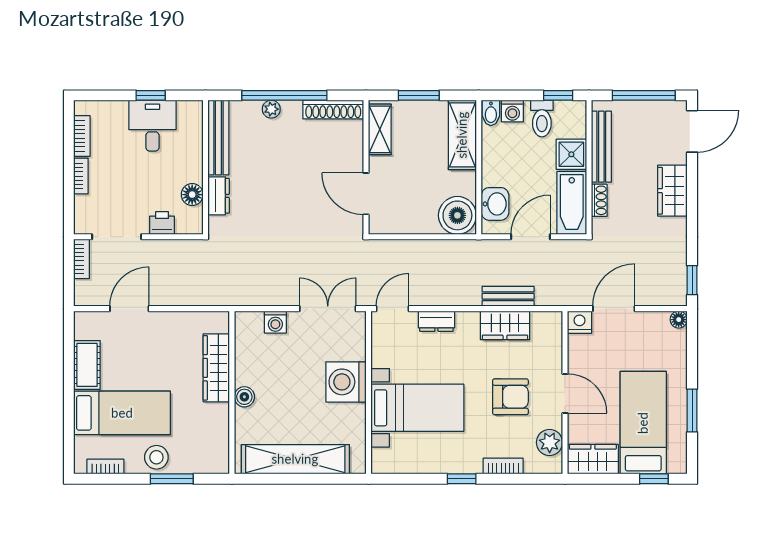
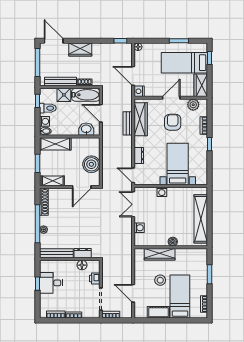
boiler: (457, 215) -> (91, 164), moved
wardrobe: (505, 325) -> (141, 119), width x1.50
washing machine: (346, 382) -> (162, 192), width x0.53, depth x0.53
stool: (156, 457) -> (160, 280), moved

